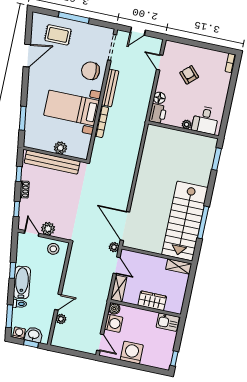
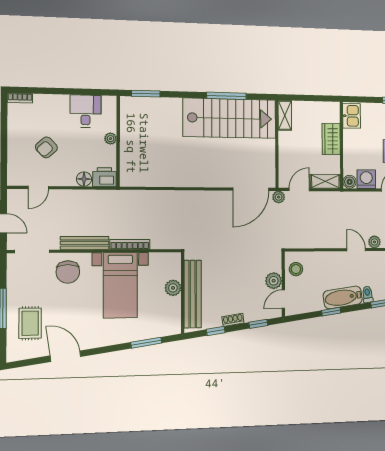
desk: (205, 120) -> (86, 111), moved, turned -90

